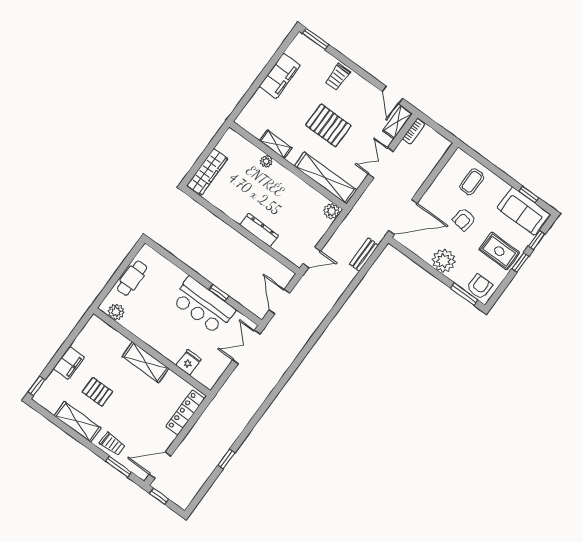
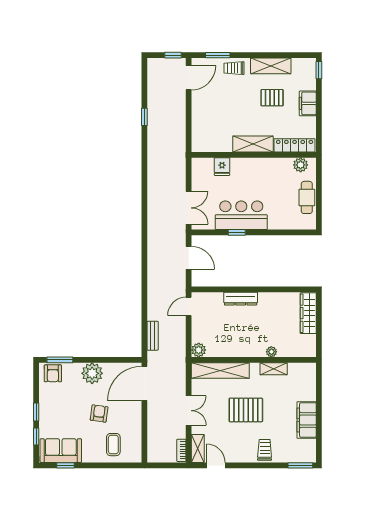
rug: (499, 251) -> (57, 409), removed
locker: (185, 412) -> (295, 145), moved, turned -90

